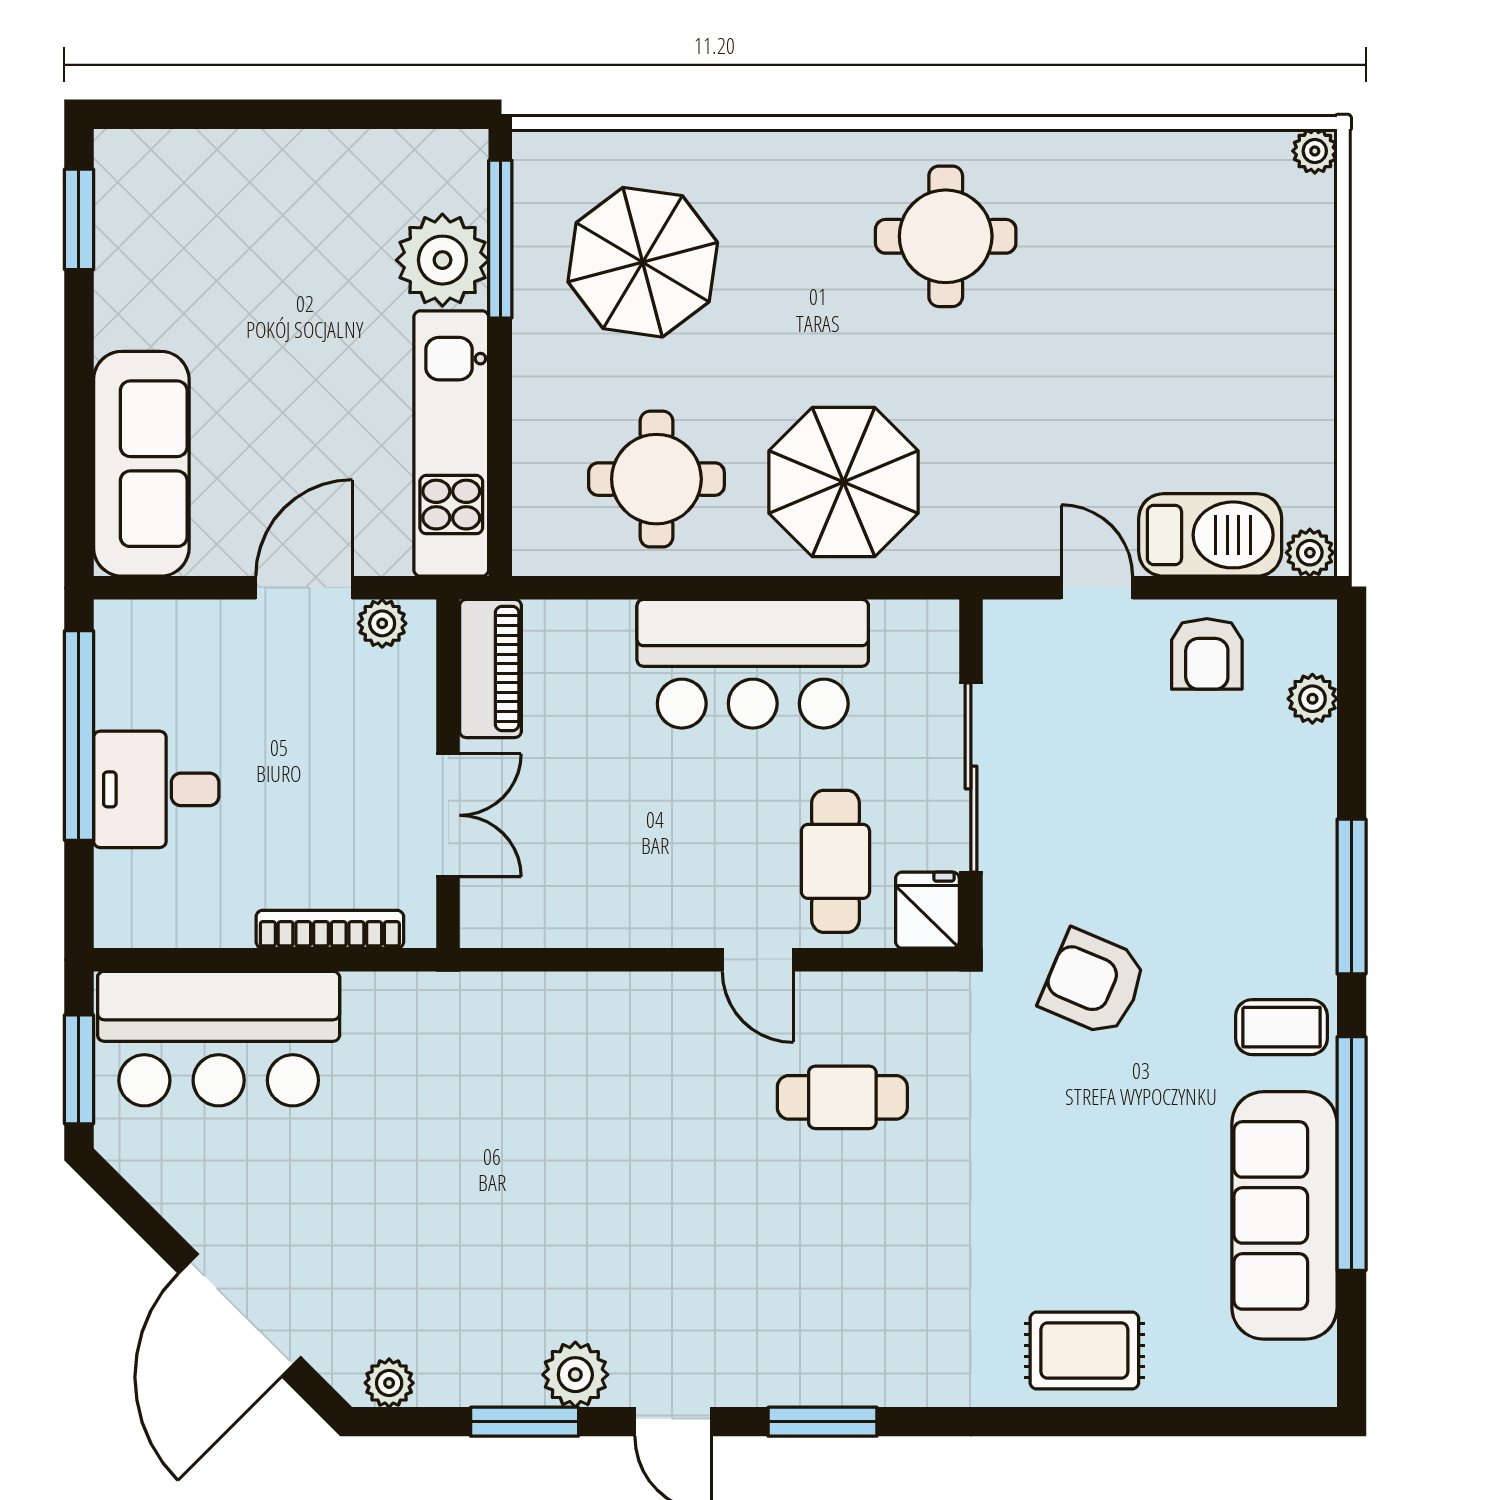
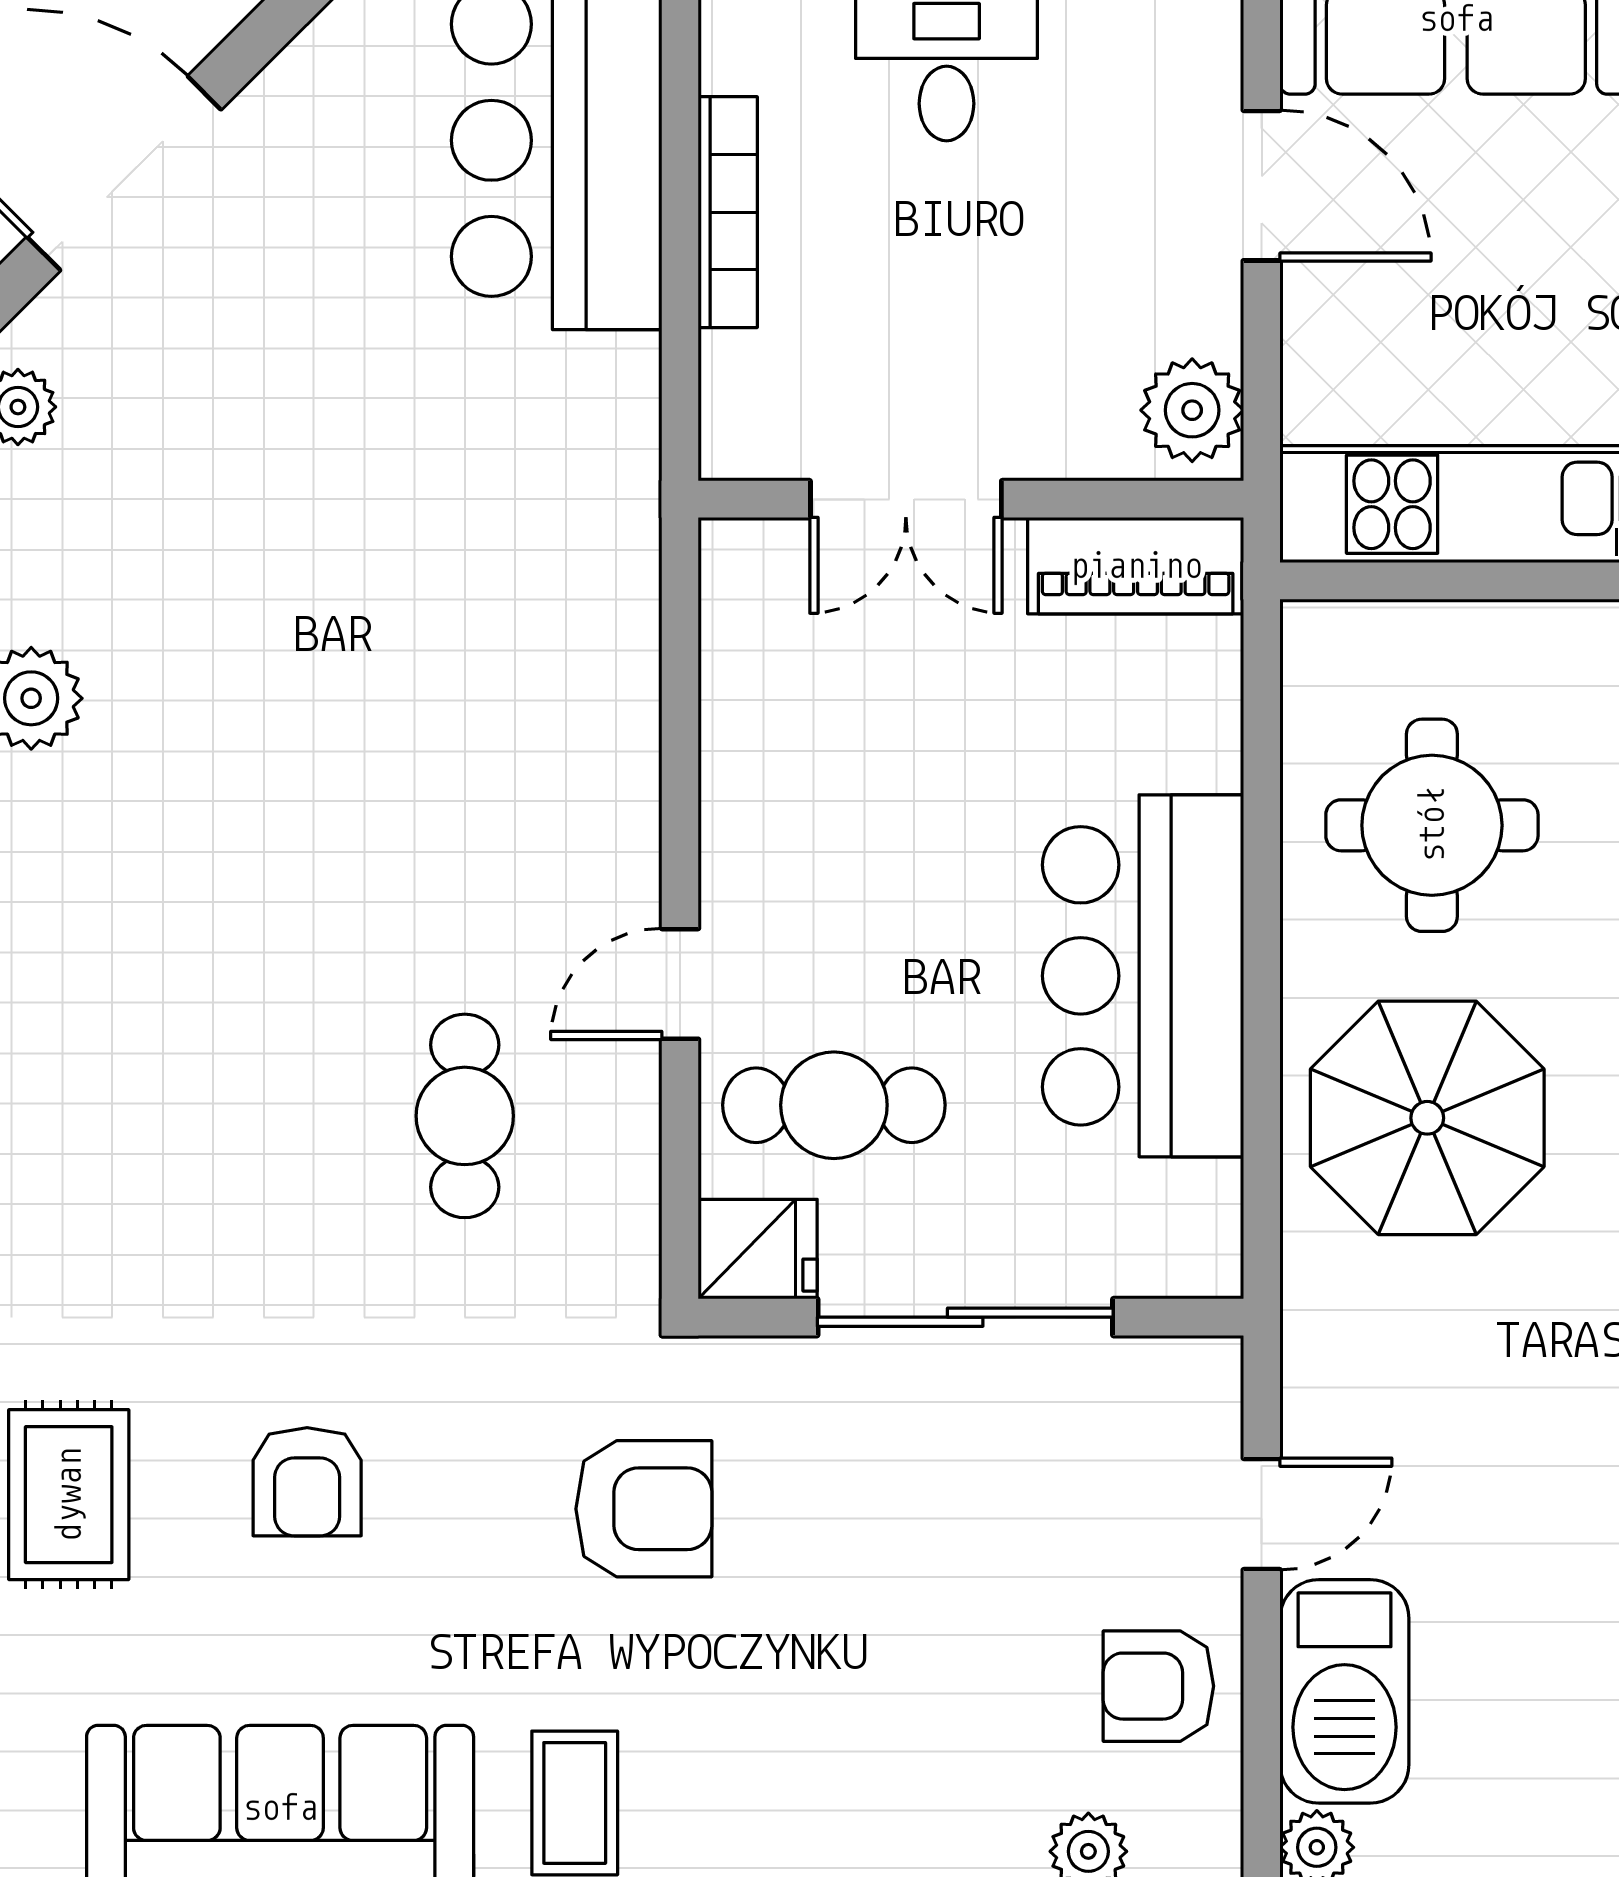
door: (304, 588) -> (1262, 186), moved
plant: (382, 623) -> (1192, 410), width x1.38, depth x1.38
bookcase: (330, 929) -> (728, 212), moved
armchair: (1093, 983) -> (644, 1509), turned 67
armchair: (1076, 1198) -> (307, 1482), added

